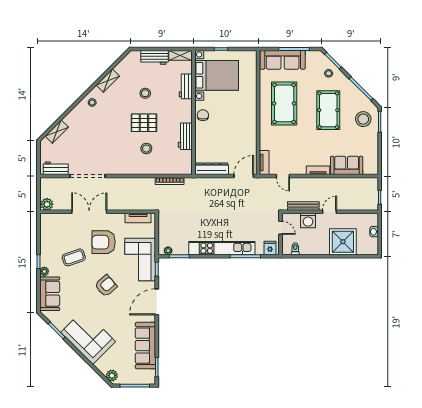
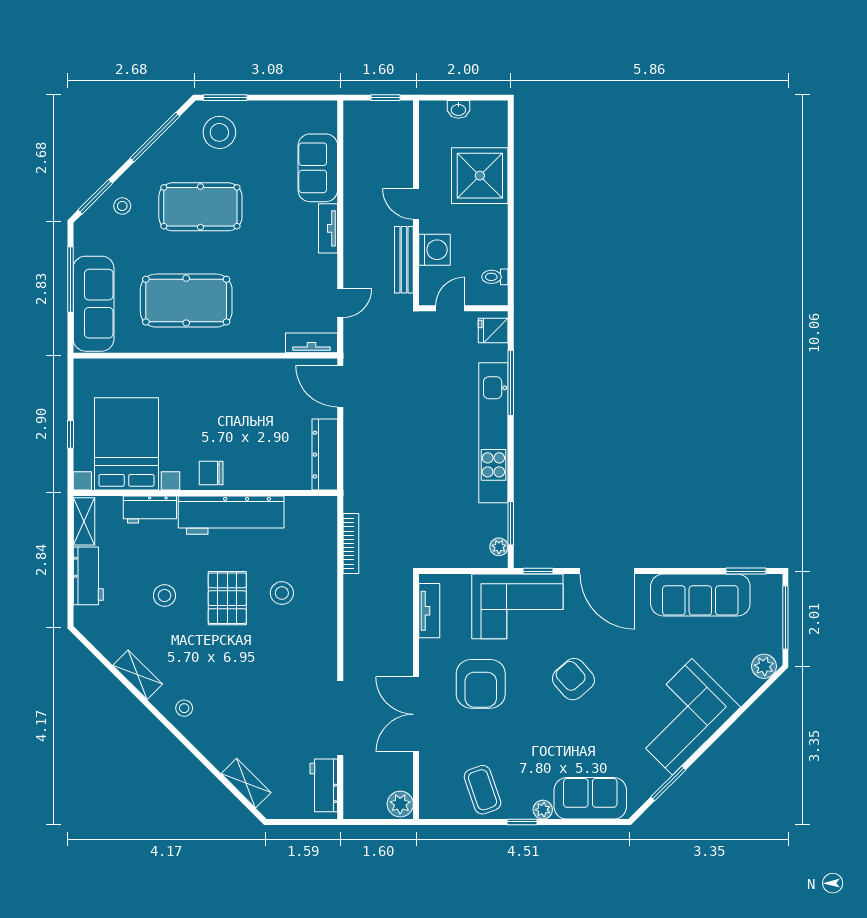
workbench: (185, 136) -> (231, 515), width x1.88, depth x1.32
coffee table: (74, 257) -> (483, 790), moved

